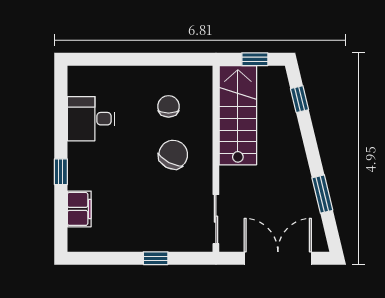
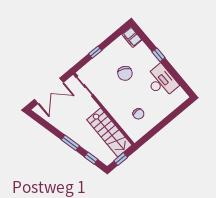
desk: (91, 119) -> (161, 81), width x1.37
chair: (173, 155) -> (125, 73), moved
window: (322, 194) -> (70, 143), moved
filing cabinet: (79, 209) -> (132, 37), moved

